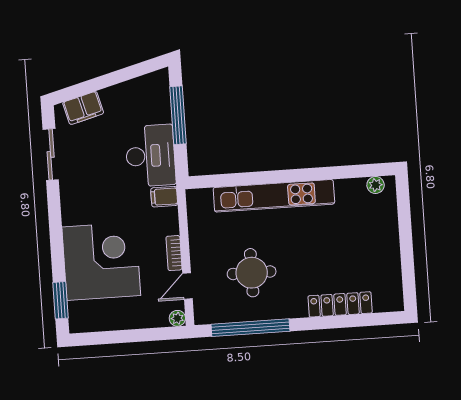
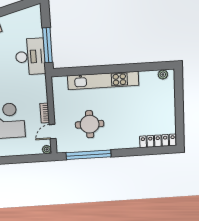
window: (178, 115) -> (47, 45), moved
filing cabinet: (164, 197) -> (39, 81), removed
locker: (340, 304) -> (158, 141), moved

